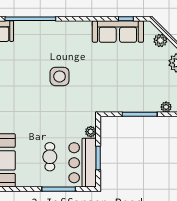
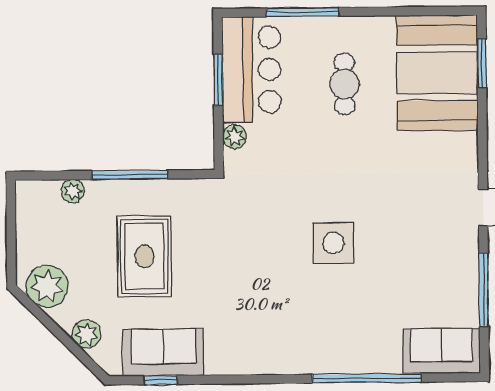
sofa: (118, 32) -> (163, 353), width x0.73
side table: (60, 76) -> (333, 243), moved
rug: (133, 76) -> (145, 256), added
cafe table: (50, 157) -> (344, 84), moved

